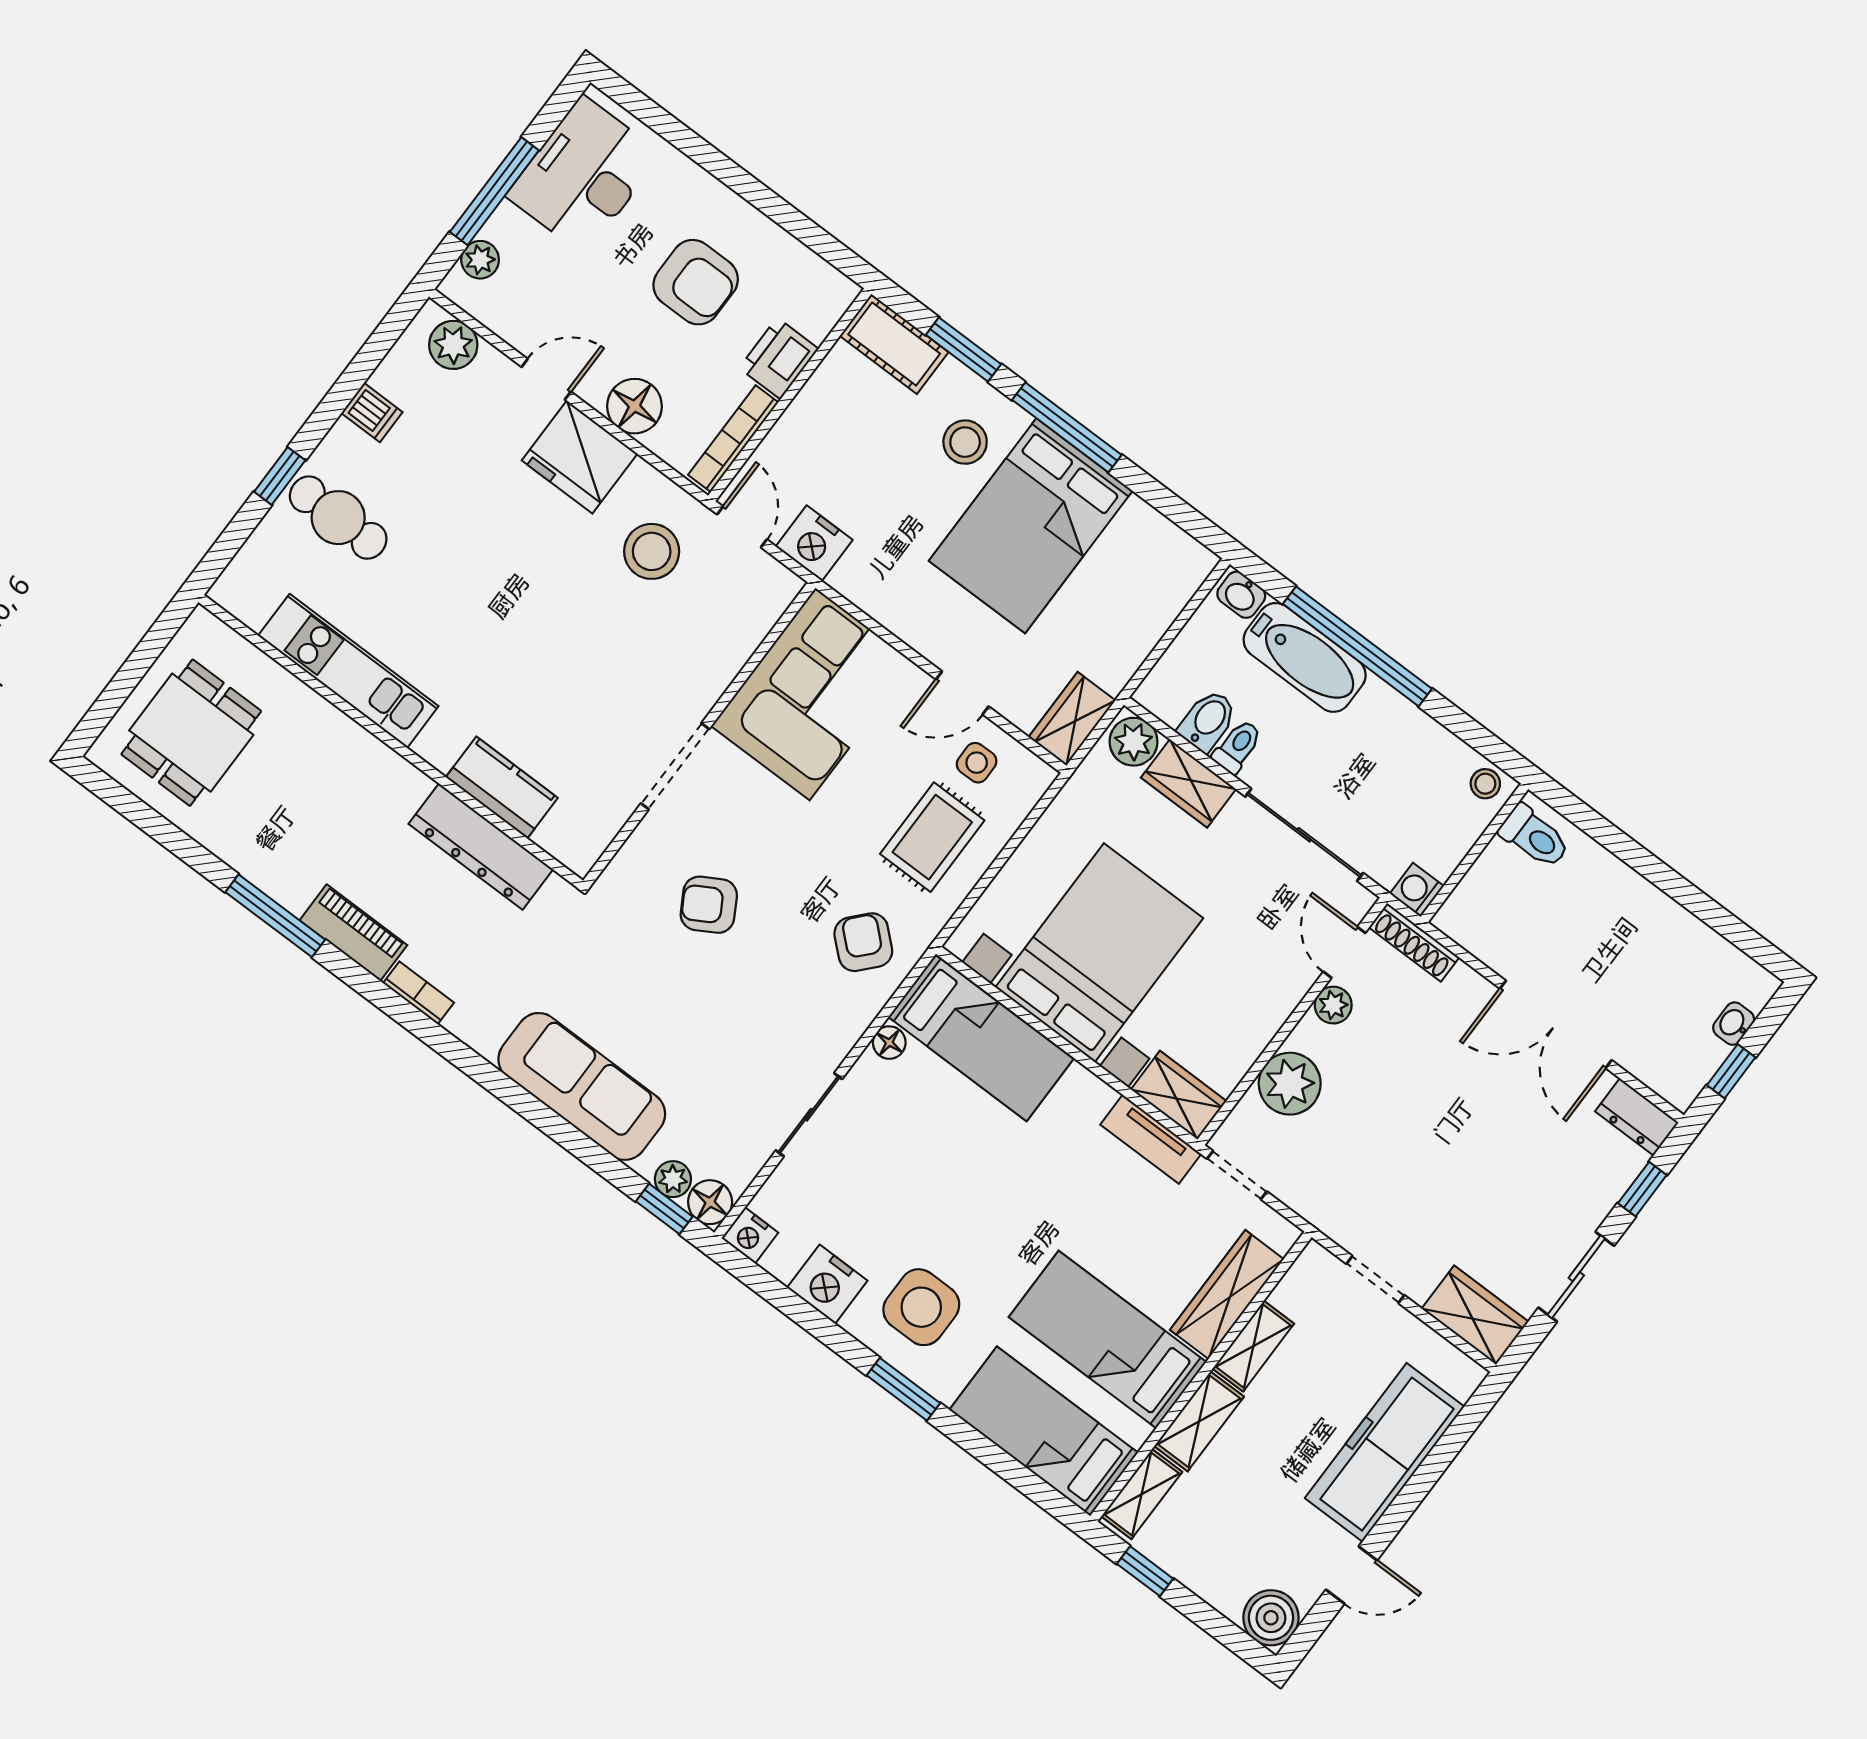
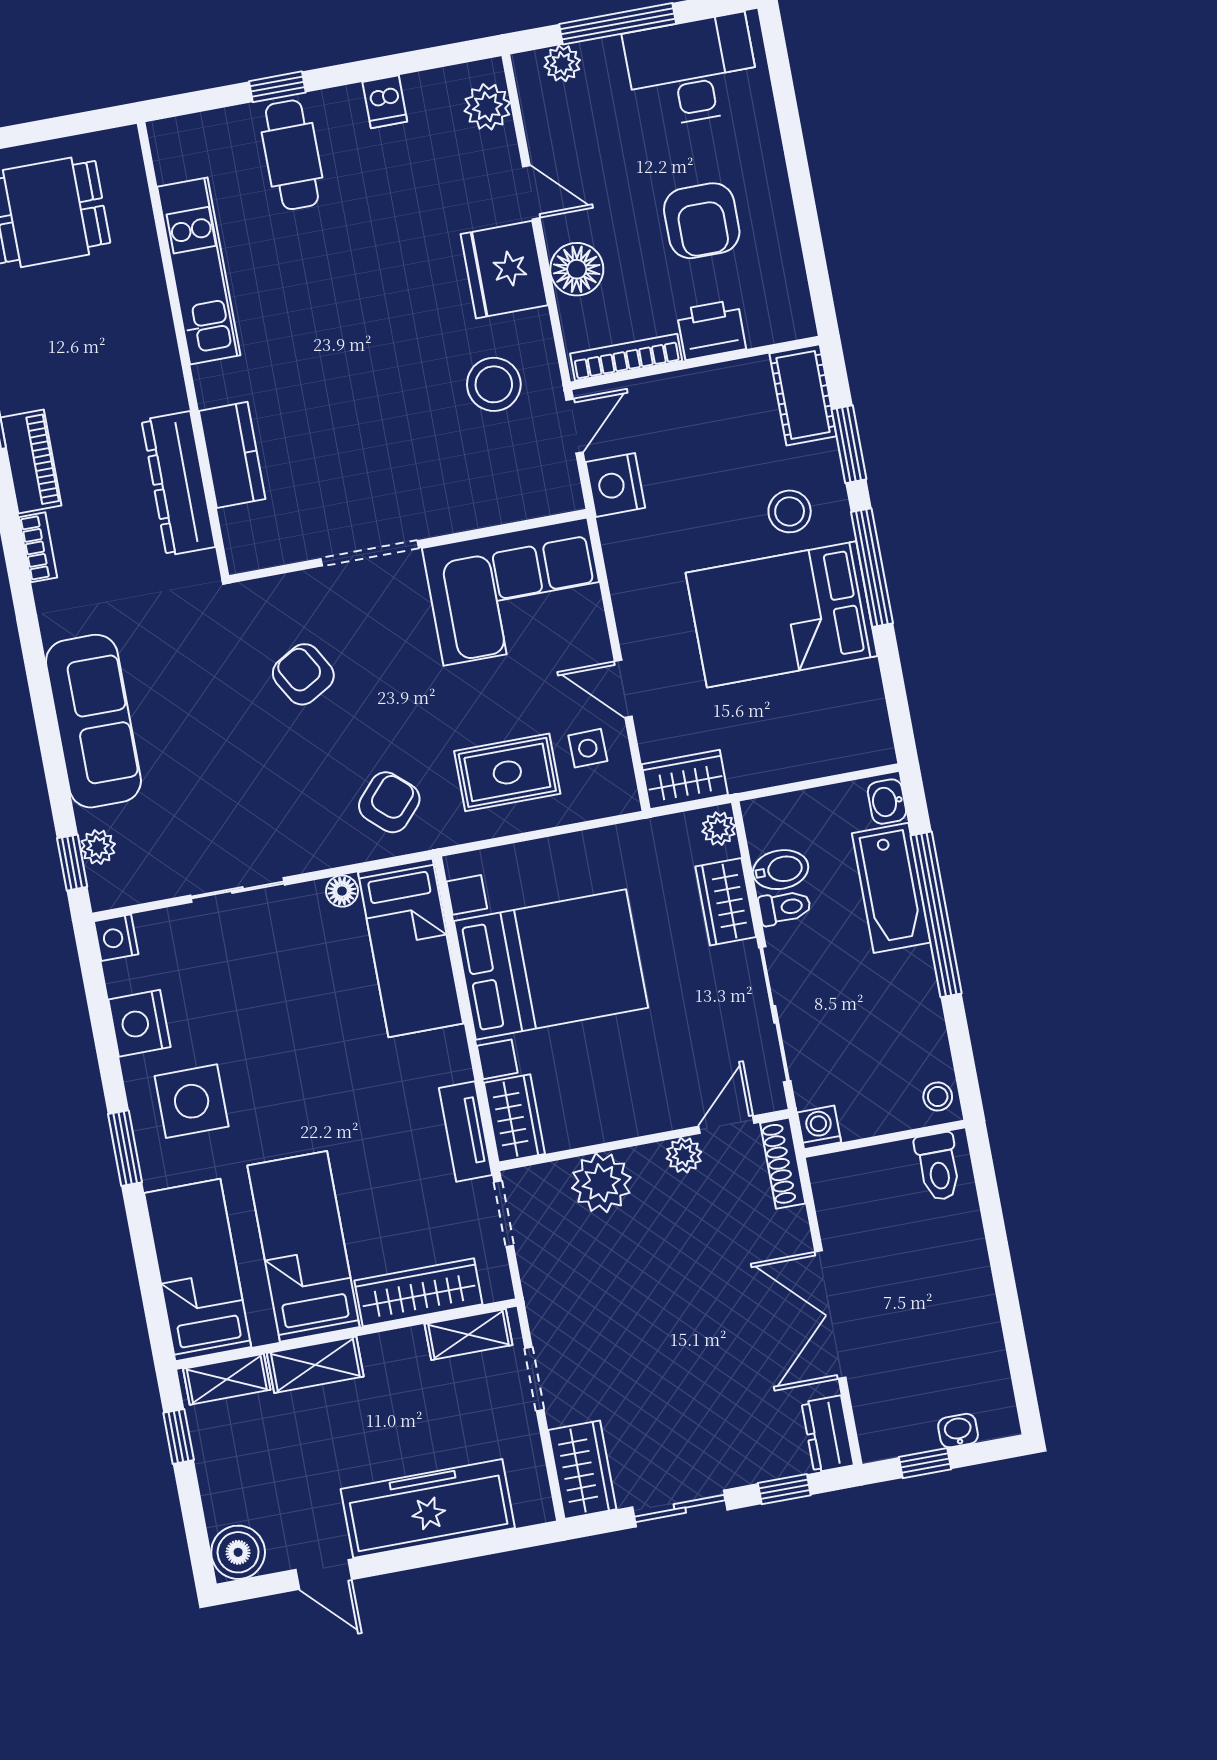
plant: (1134, 742) -> (719, 829), width x0.73, depth x0.73
floor lamp: (710, 1202) -> (109, 888), removed
shelving: (1253, 1346) -> (468, 1334), moved

